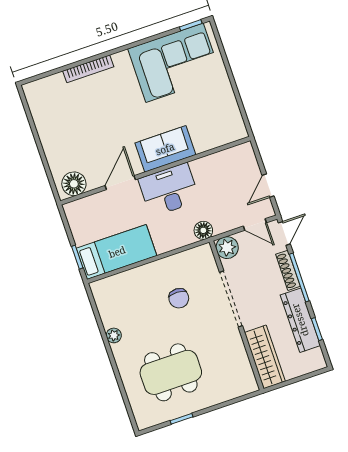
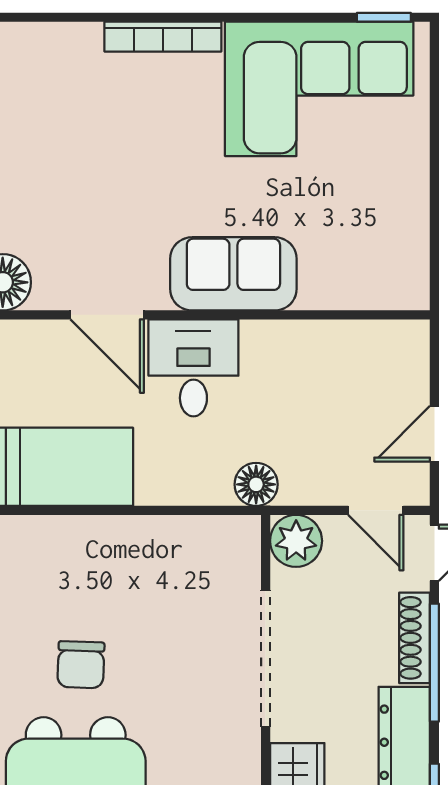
bookcase: (88, 69) -> (163, 37), moved
door: (120, 183) -> (107, 315), swing flipped
desk: (169, 190) -> (193, 368), width x0.73
chair: (179, 298) -> (81, 665), moved

